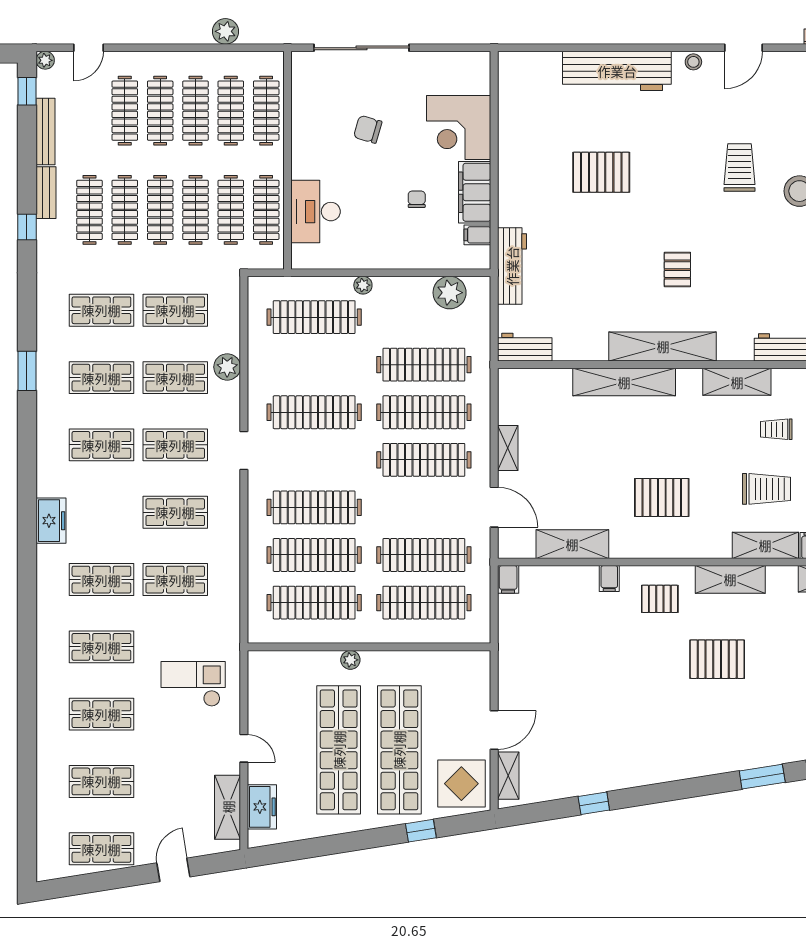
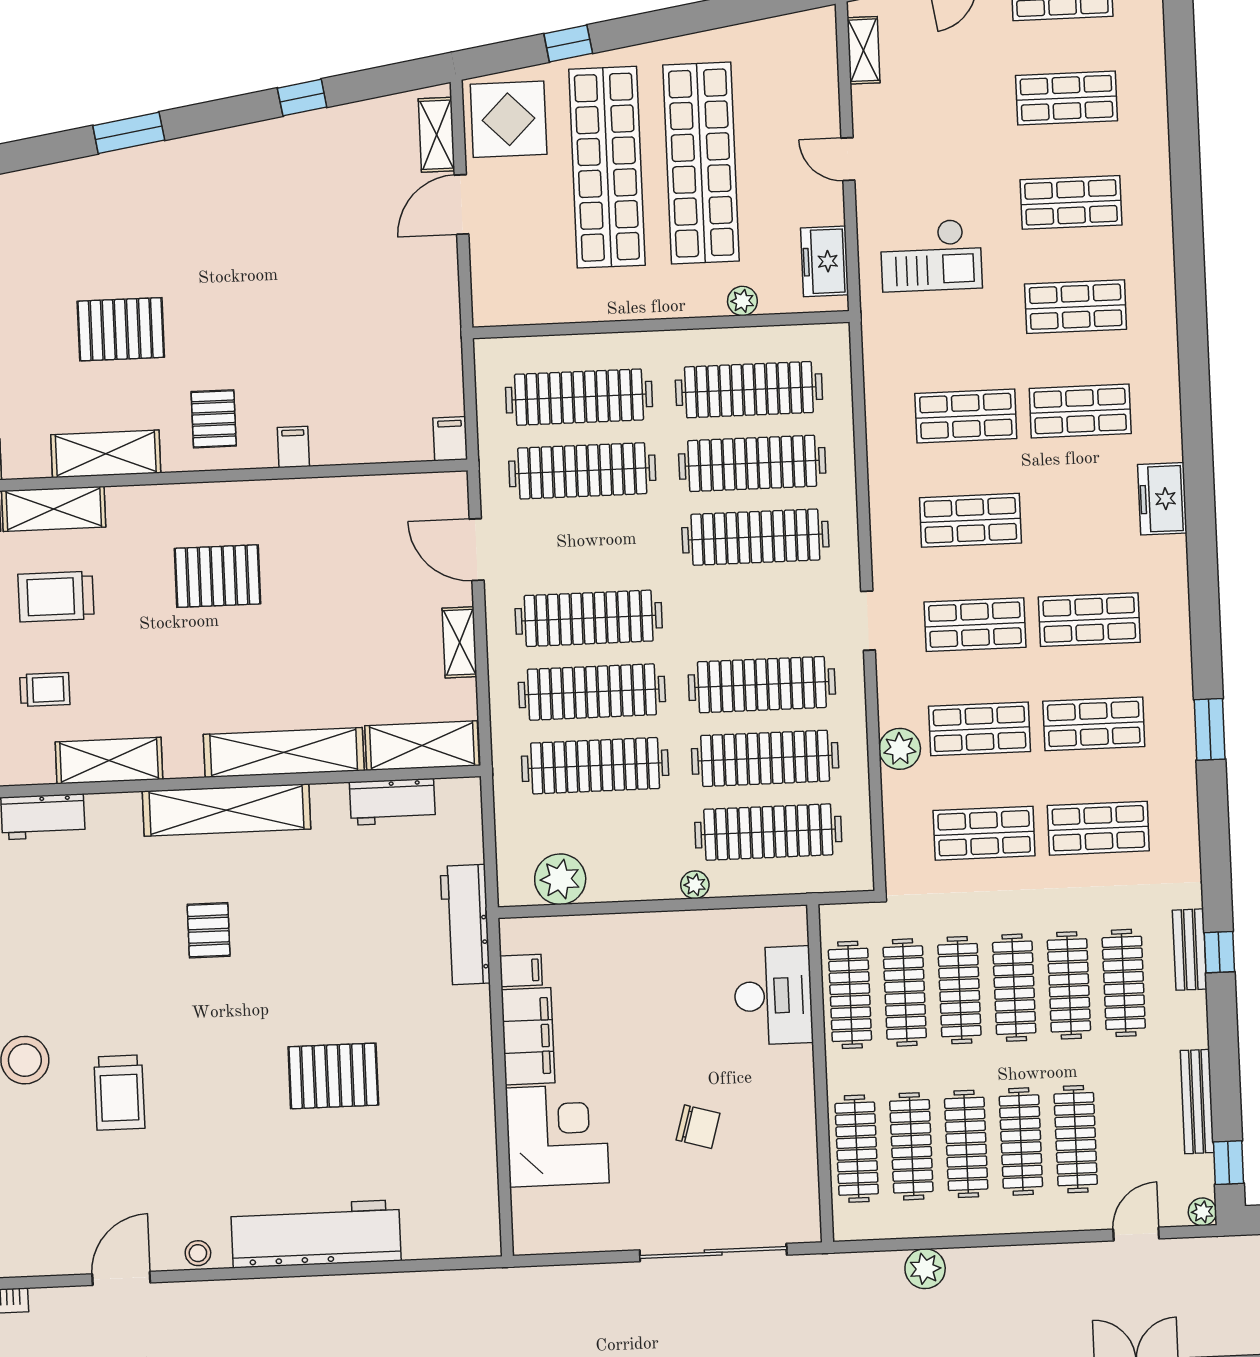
bench: (46, 193) -> (1190, 950), moved
chair: (417, 199) -> (617, 1022), removed
workbench: (525, 347) -> (392, 802), moved
clothes rail: (314, 365) -> (765, 758), added
shelving: (572, 544) -> (422, 746), moved
pallet: (660, 599) -> (214, 419), turned 90
plant: (350, 660) -> (742, 301), moved
window: (762, 777) -> (129, 133), moved
shelving: (228, 807) -> (864, 50), width x0.67, depth x0.75
freezer: (262, 807) -> (825, 261), moved

